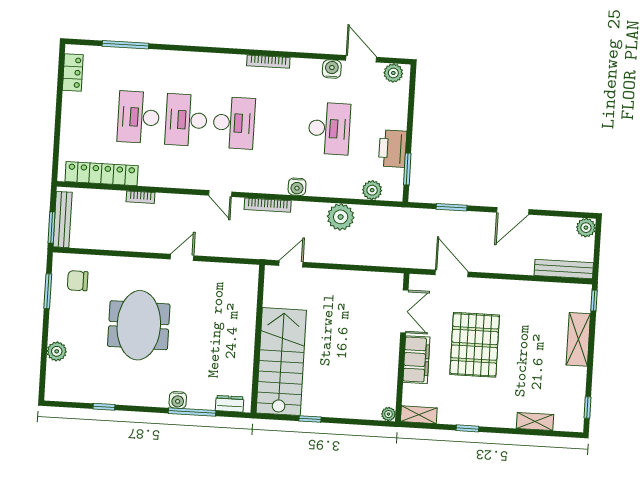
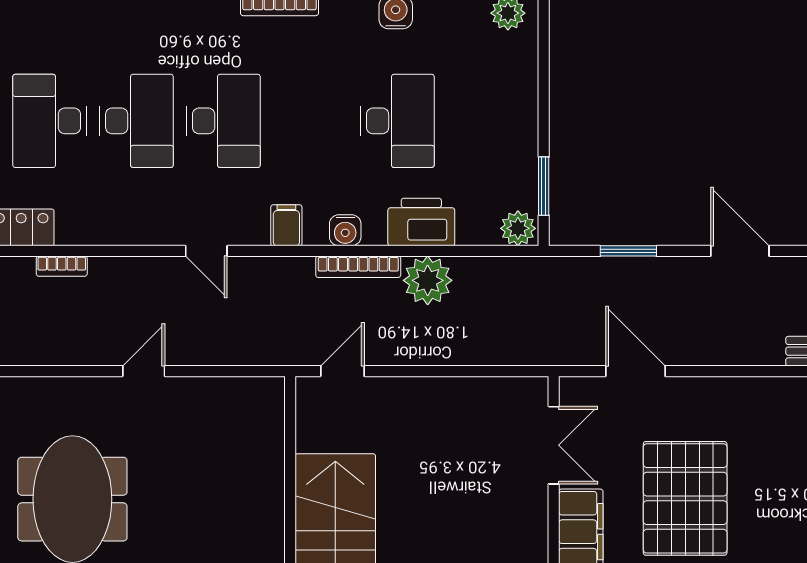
desk: (186, 120) -> (137, 121), turned 180
printer: (393, 149) -> (421, 222), moved, turned 90
filing cabinet: (265, 182) -> (286, 225), added
plant: (372, 190) -> (518, 228), moved
bookcase: (268, 205) -> (358, 267), moved
door: (513, 211) -> (740, 251), swing flipped

